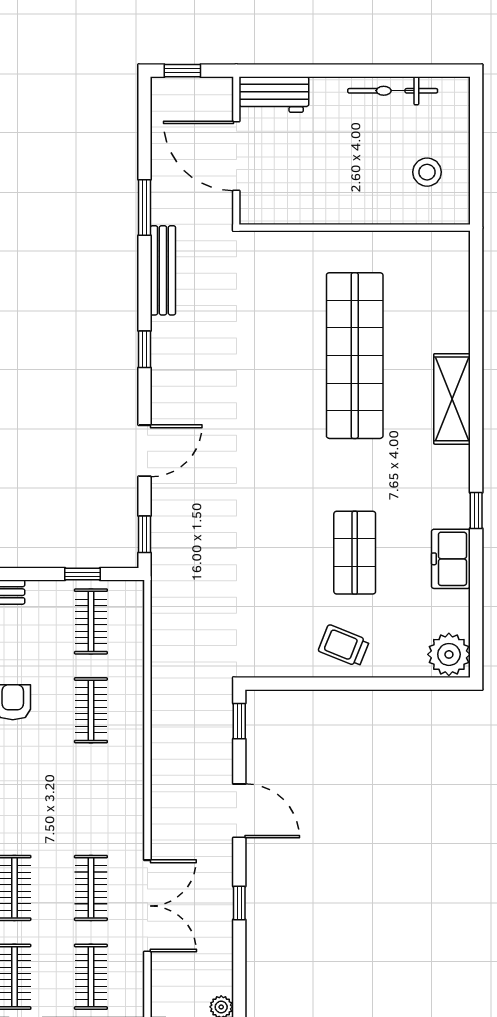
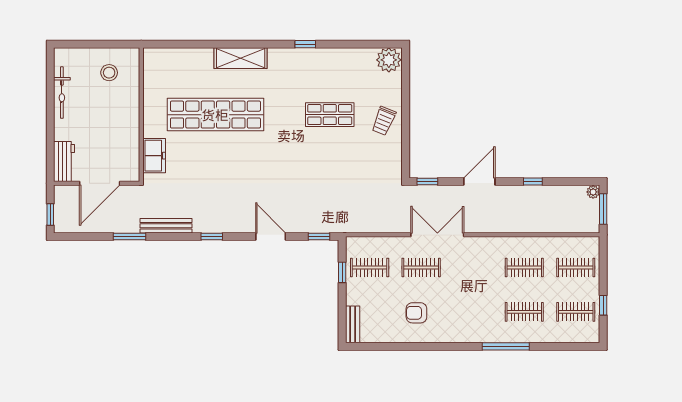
freezer: (451, 559) -> (154, 156), moved, turned -90
double door: (147, 906) -> (437, 235), moved

